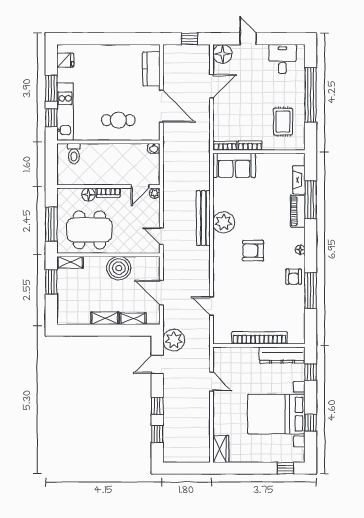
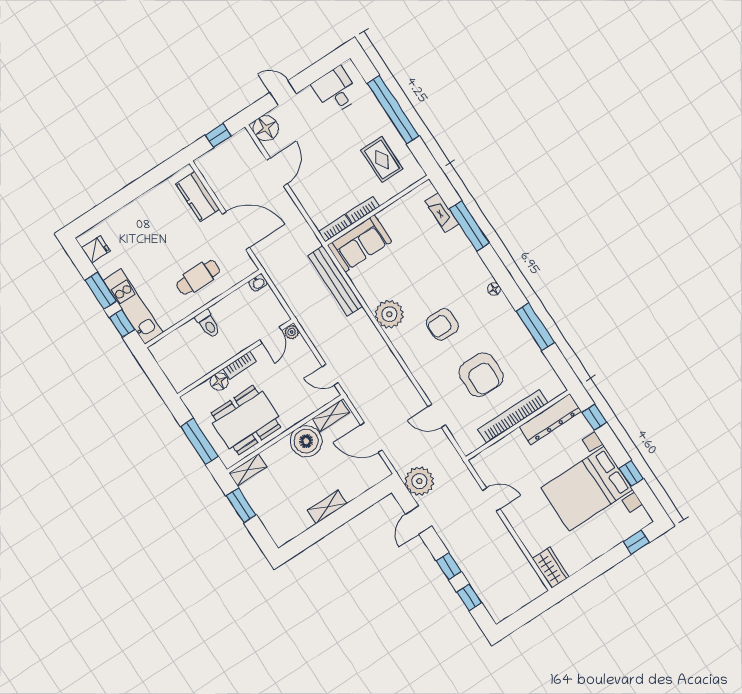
toilet: (74, 154) -> (208, 324), moved
piano: (298, 211) -> (463, 248), removed
bench: (203, 218) -> (335, 281), moved
armchair: (294, 277) -> (481, 375), moved, width x1.88, depth x1.88
shelving: (133, 319) -> (331, 416), moved

